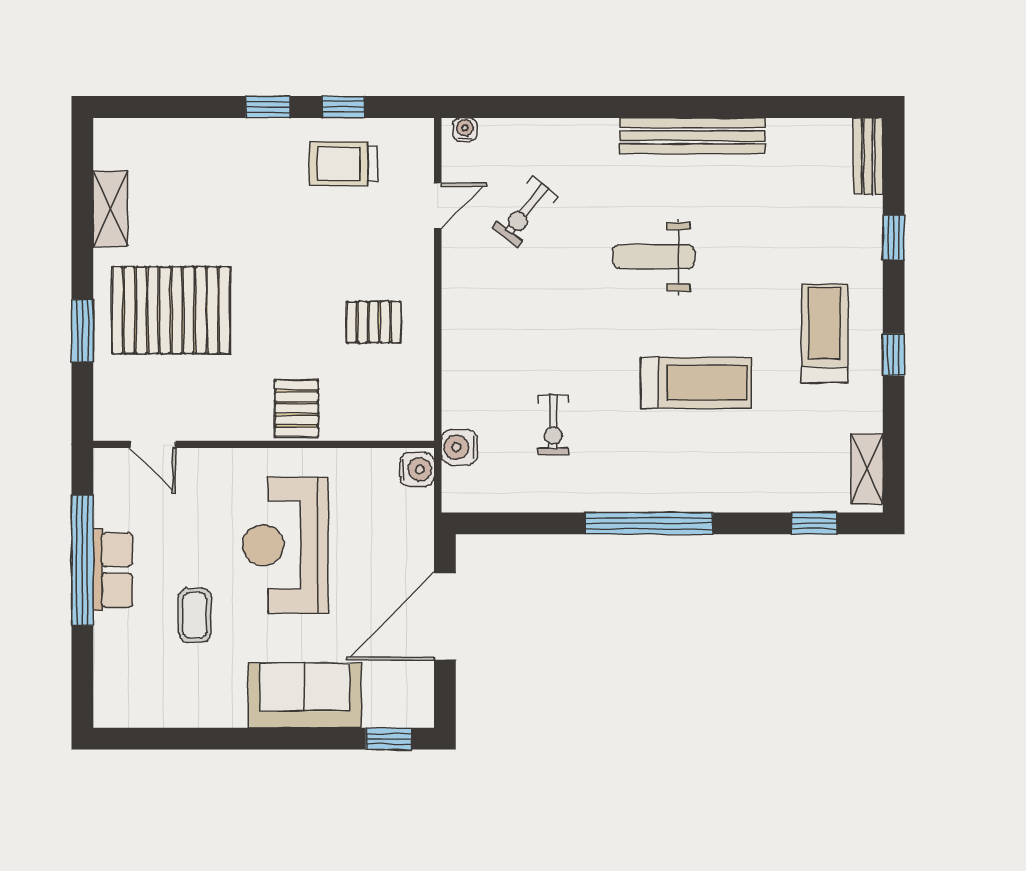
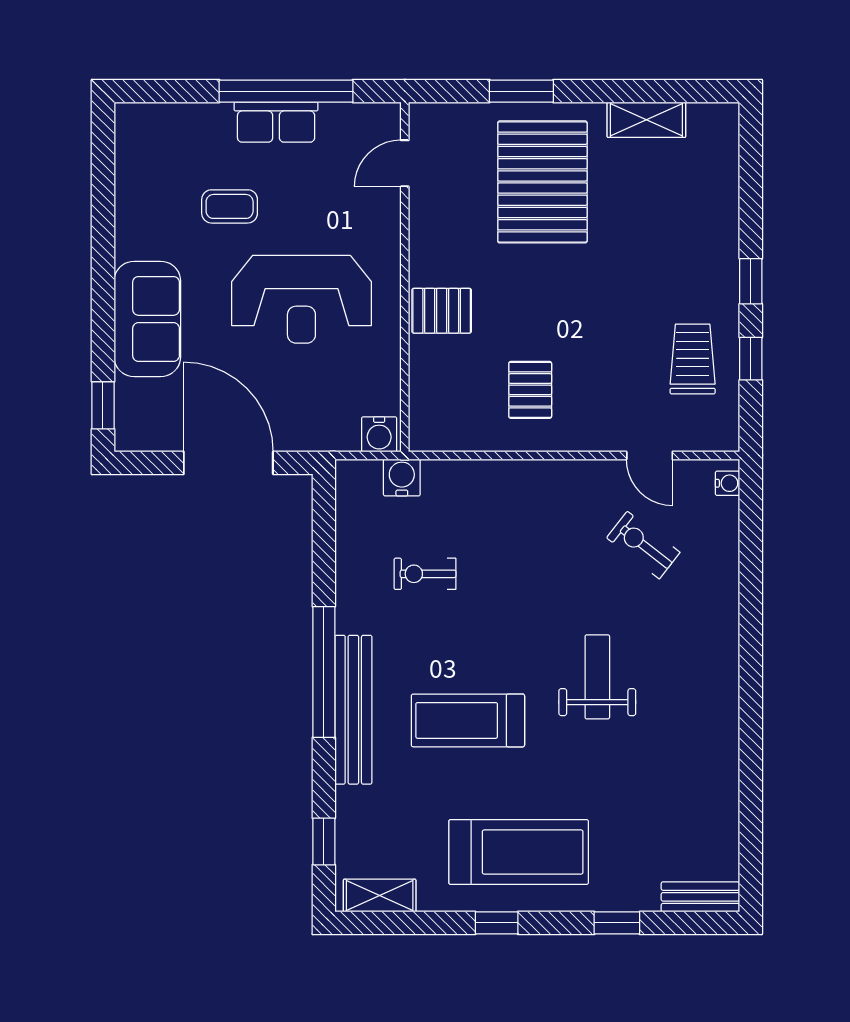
bench: (692, 136) -> (353, 710), moved
treadmill: (824, 333) -> (519, 852), width x1.37, depth x1.38
treadmill: (696, 383) -> (468, 720), turned 90
reception desk: (285, 545) -> (301, 299), turned 180

